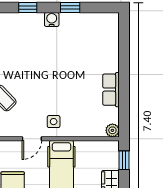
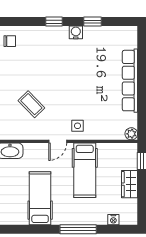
row of seats: (111, 90) -> (130, 81), width x2.02

